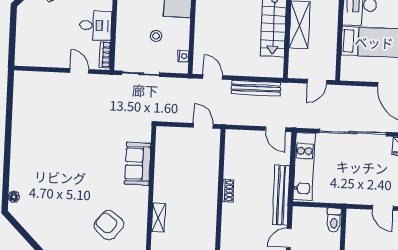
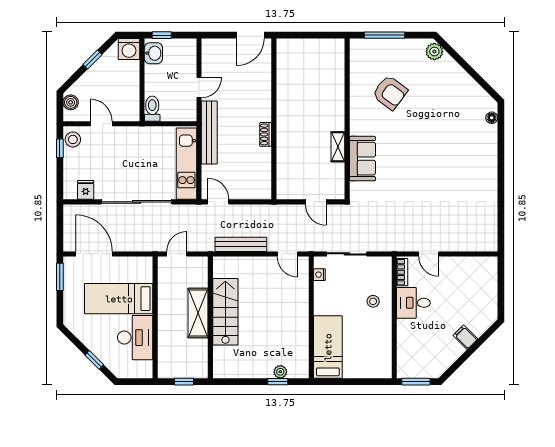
stool: (156, 36) -> (373, 301), moved
sliding door: (141, 74) -> (347, 254), moved
door: (203, 126) -> (316, 202), moved
shelving: (158, 218) -> (338, 147), moved

